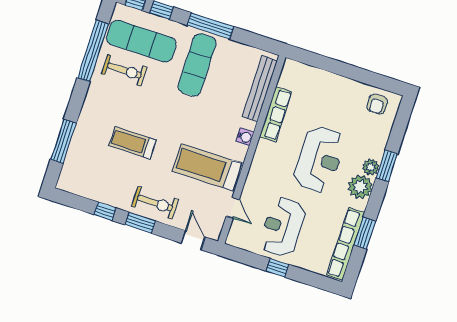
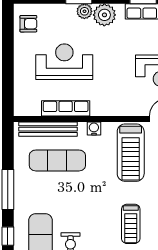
exercise mat: (197, 65) -> (57, 160), moved
reception desk: (319, 159) -> (64, 62), moved

